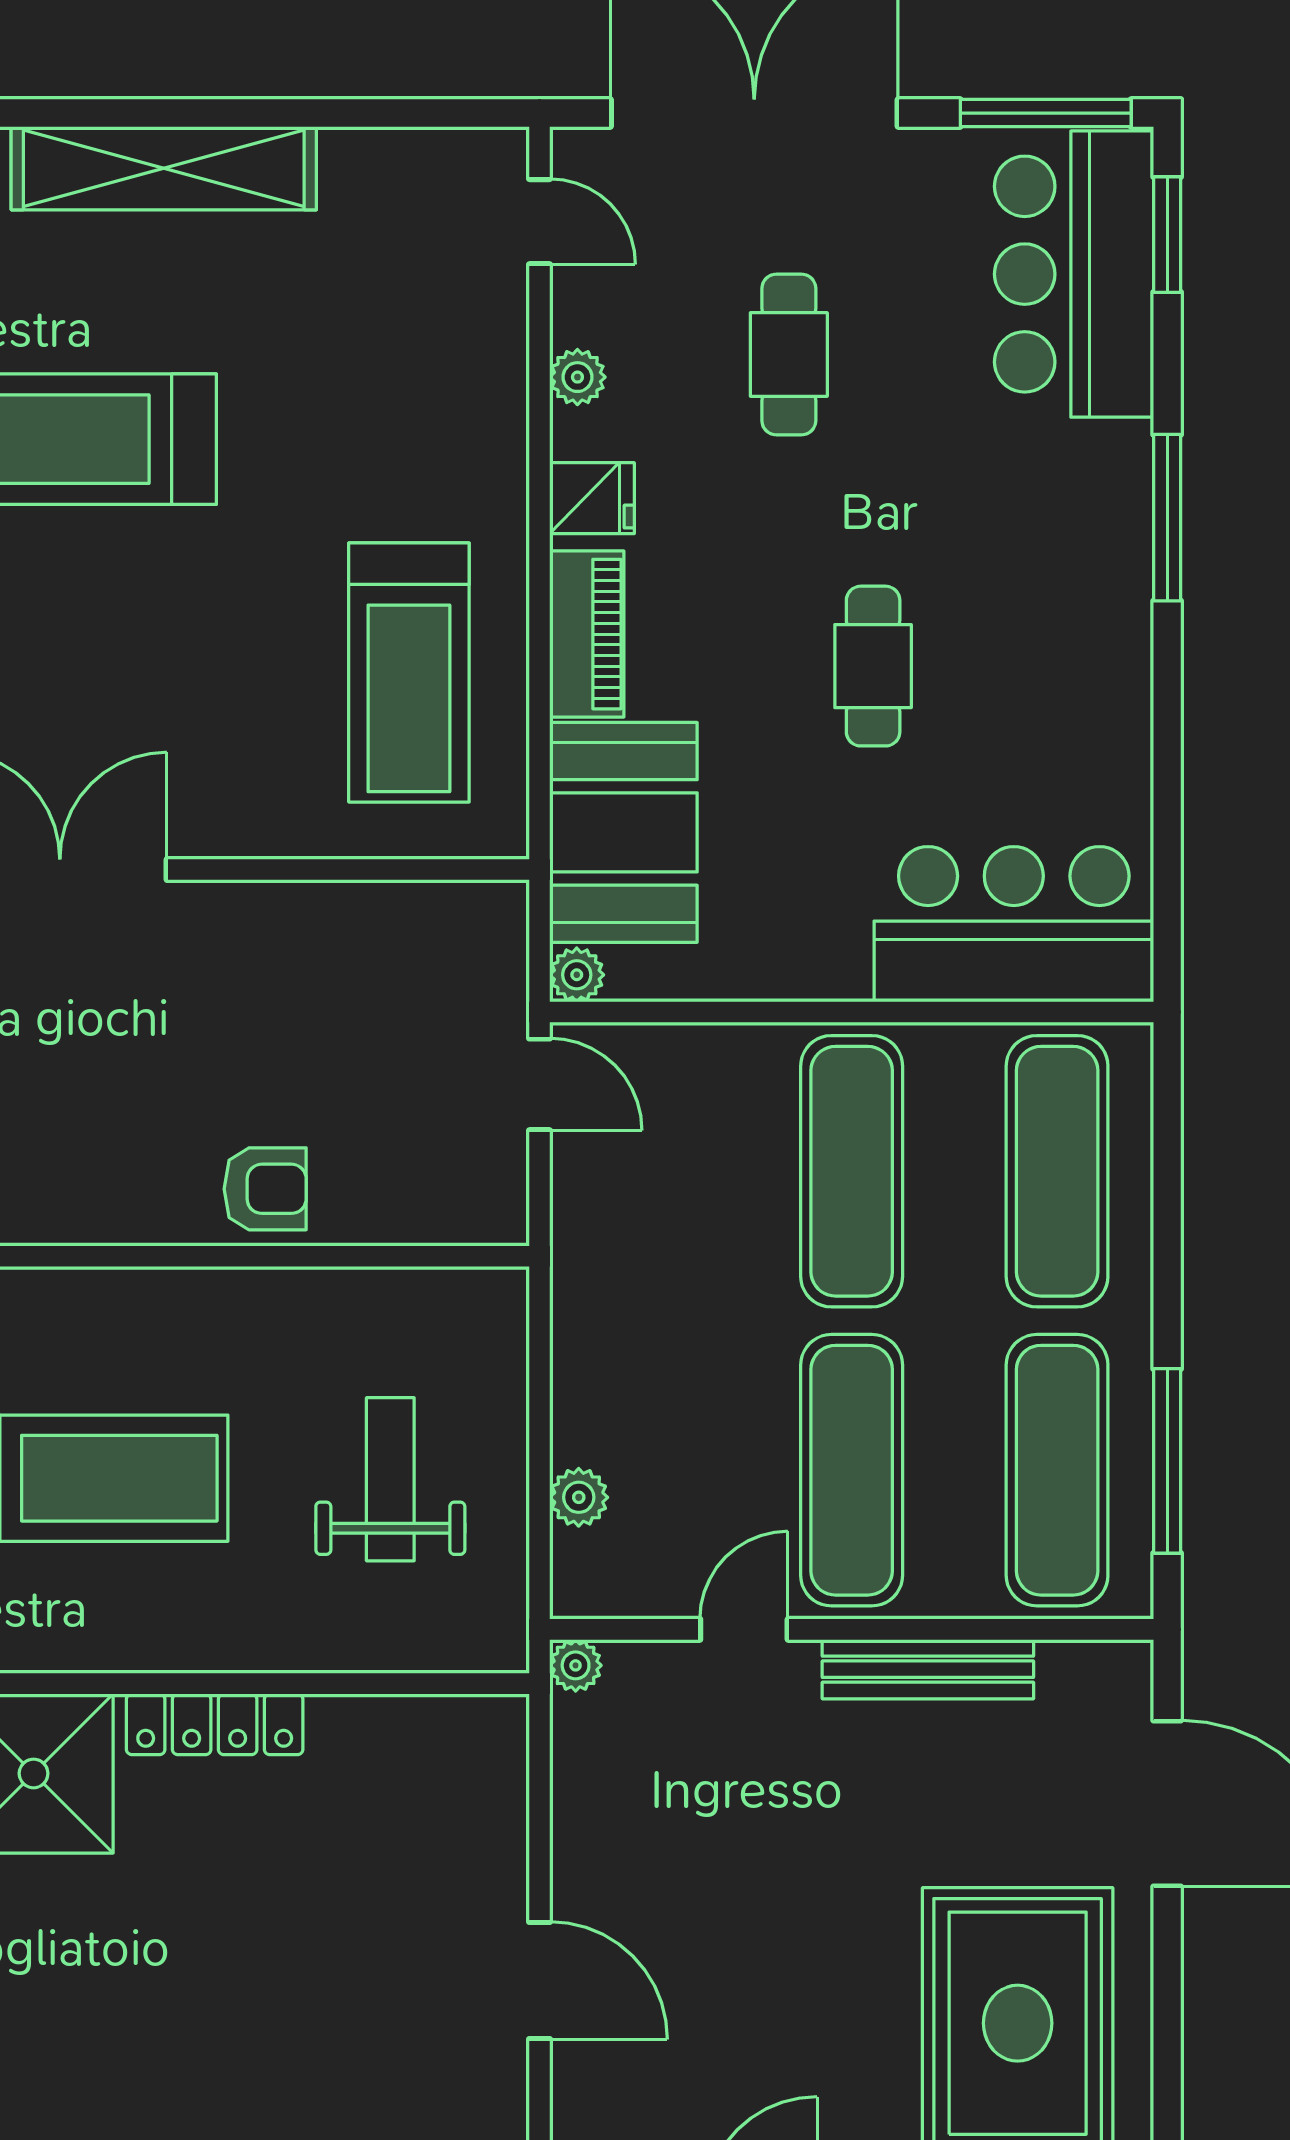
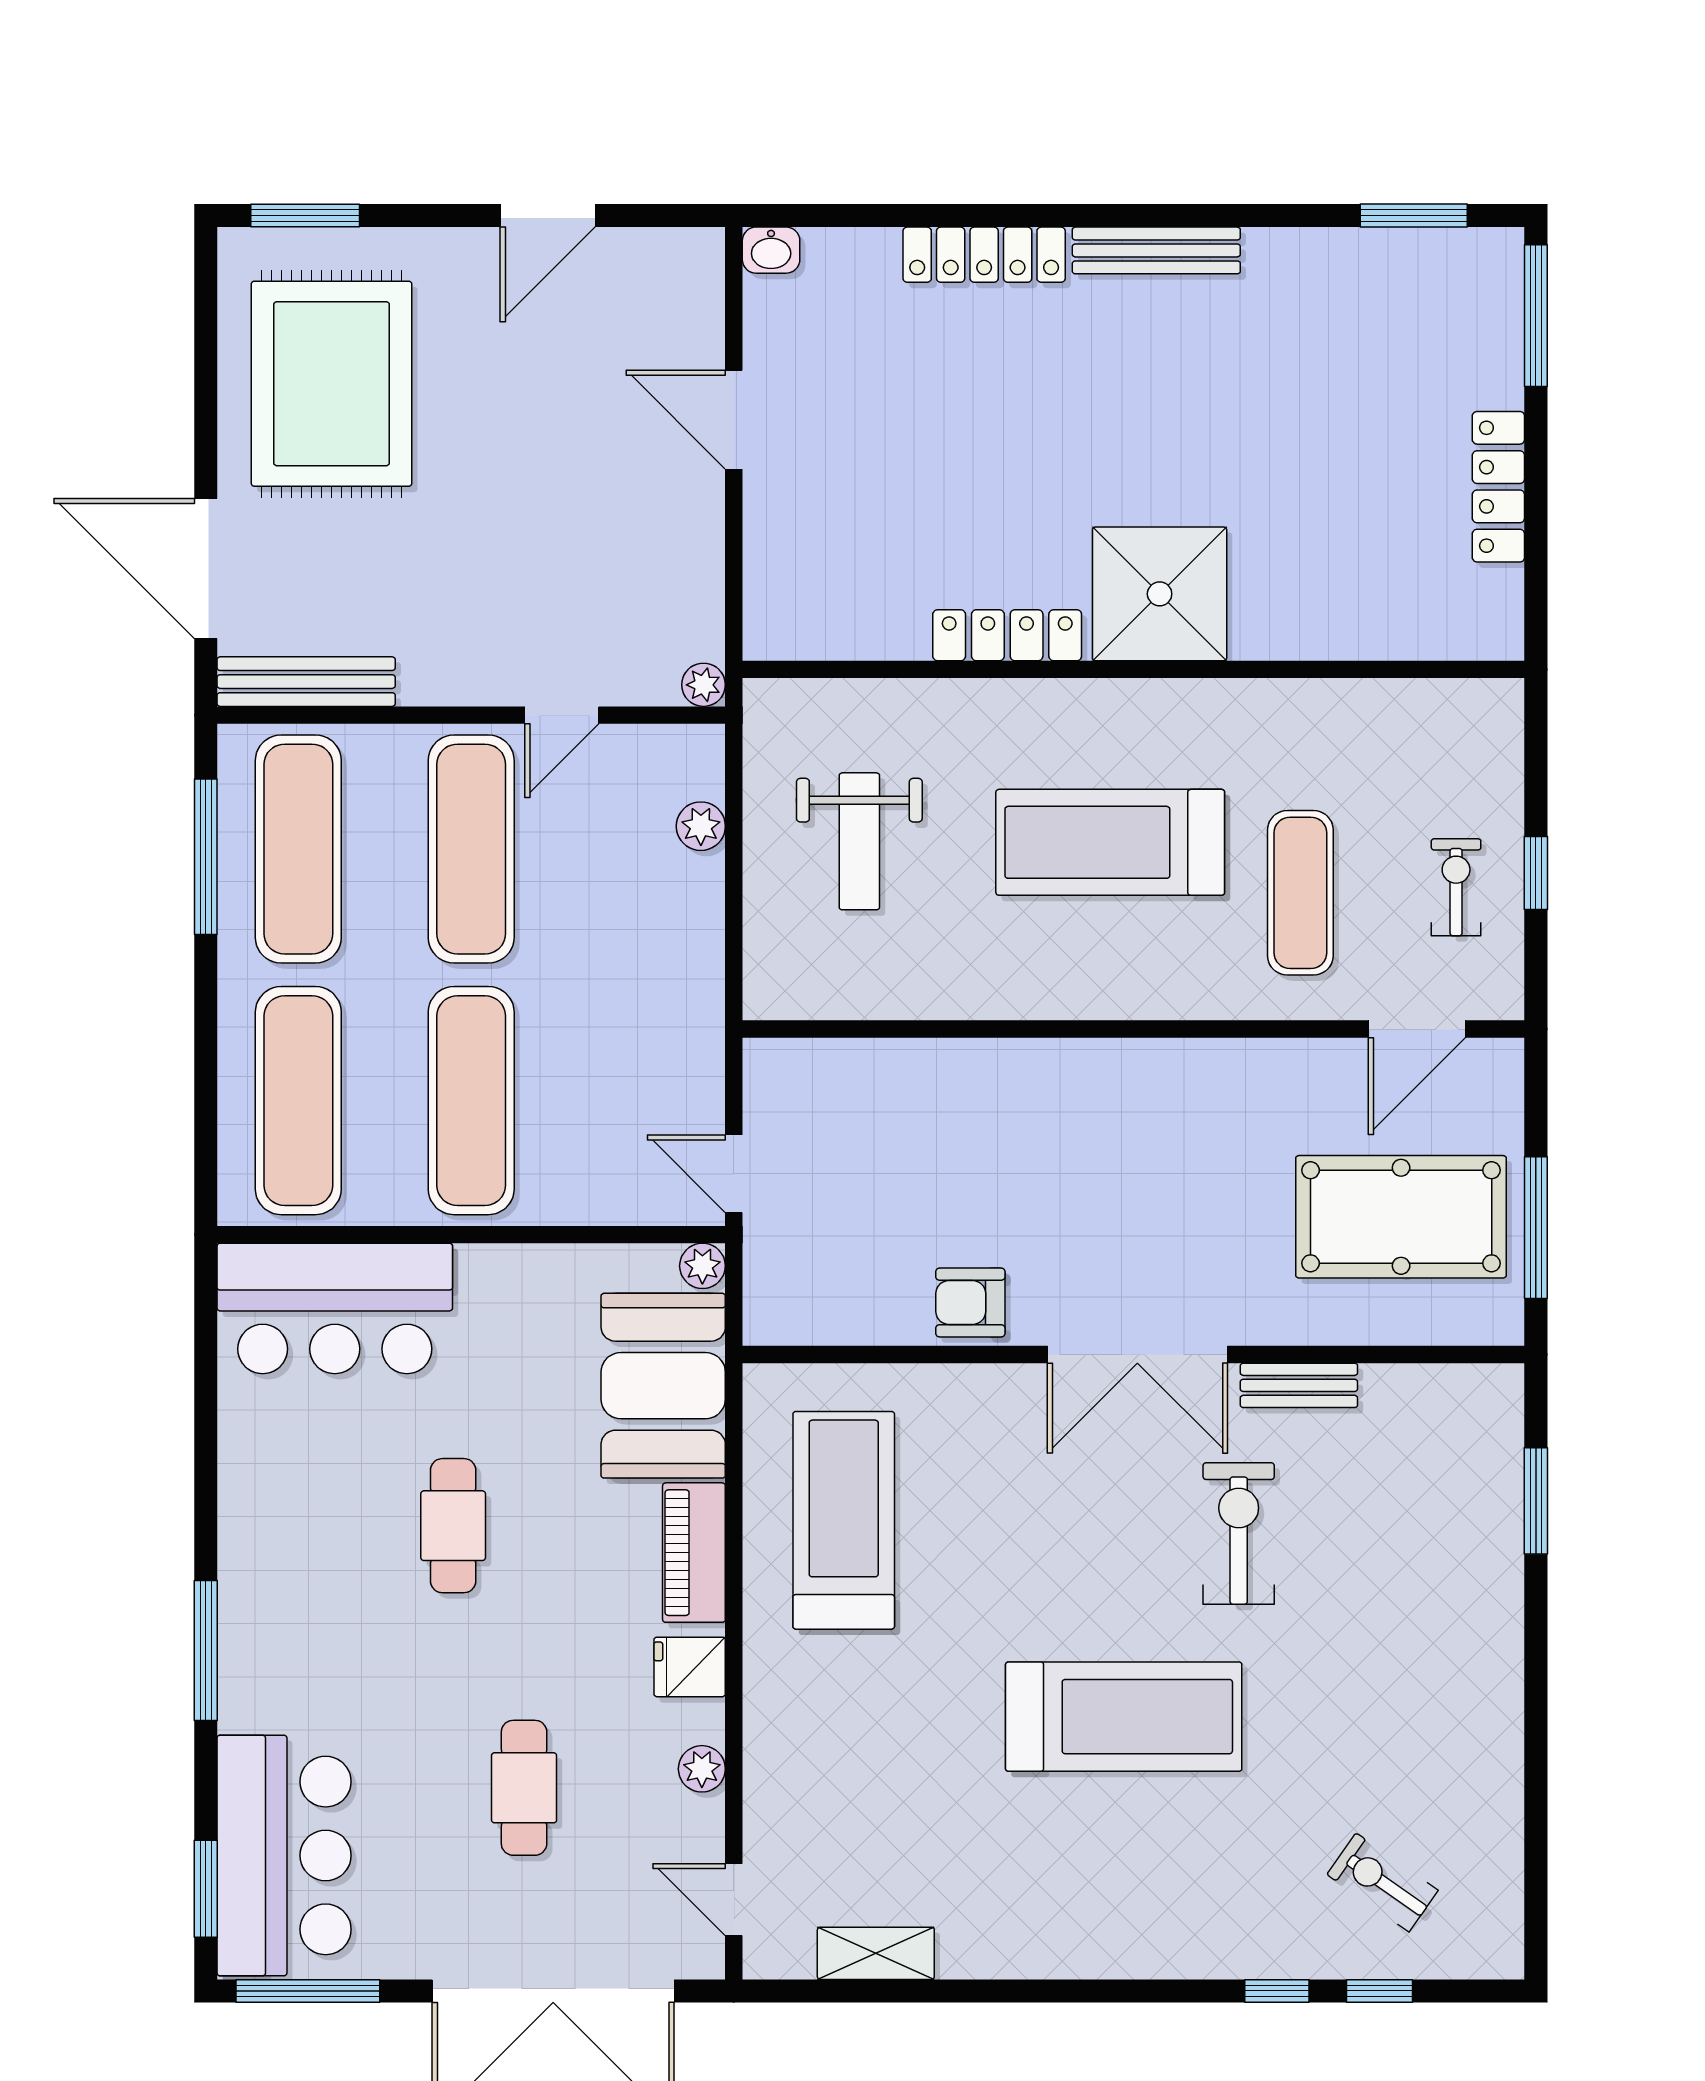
shelving: (164, 168) -> (876, 1953), moved, width x0.45, depth x0.75
armchair: (265, 1189) -> (970, 1302), moved
bench: (928, 1669) -> (306, 682), moved

